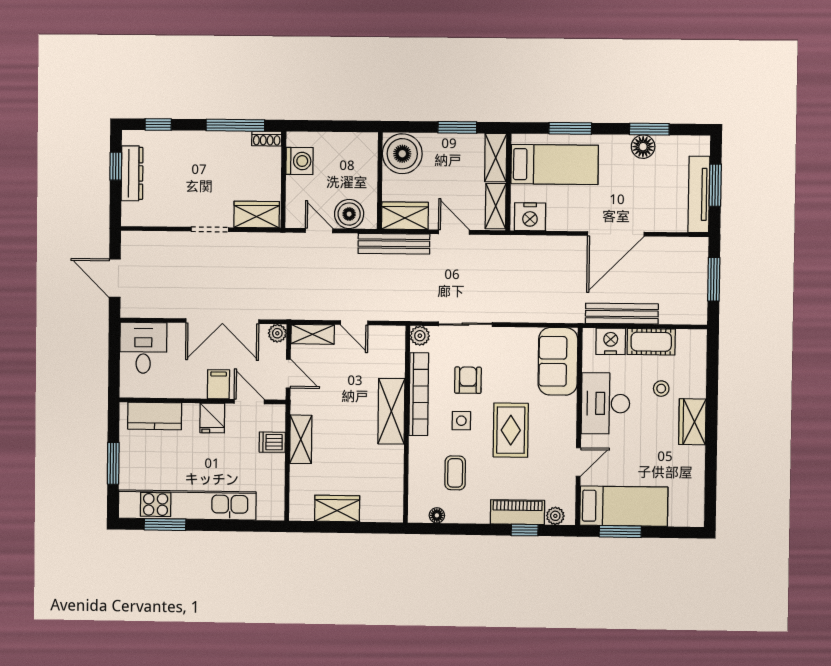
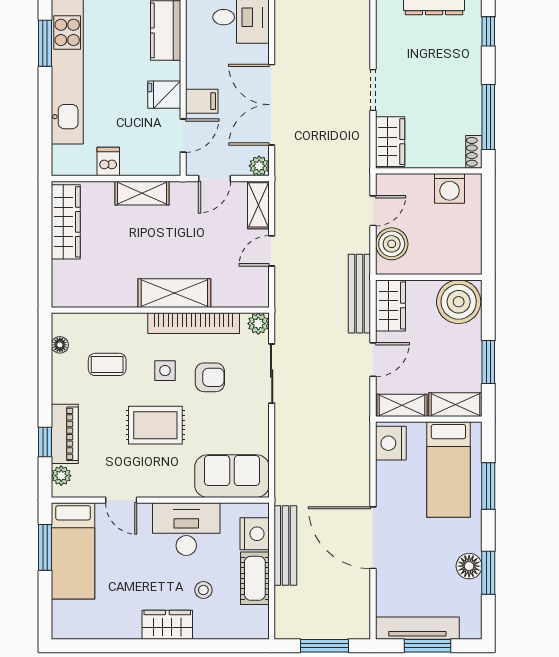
dishwasher: (272, 442) -> (108, 162), moved
wardrobe: (337, 508) -> (66, 222), width x1.50

